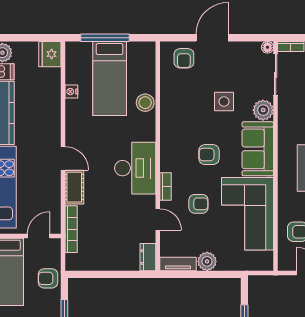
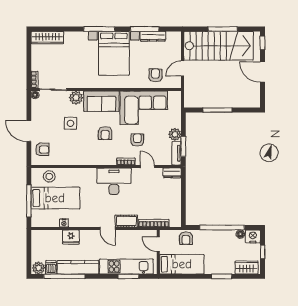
fridge: (50, 54) -> (71, 237), moved
stool: (145, 103) -> (49, 176), moved
door: (63, 158) -> (108, 228), swing flipped
door: (158, 219) -> (147, 166), hinge flipped
window: (189, 274) -> (183, 146), added

